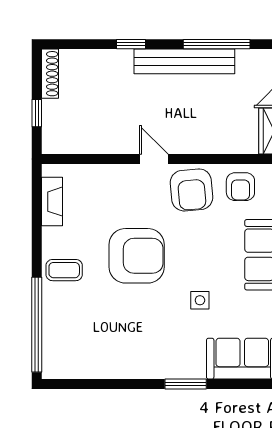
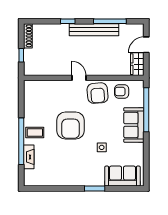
armchair: (240, 187) -> (122, 91), turned 90
fireplace: (52, 202) -> (29, 157), moved
armchair: (137, 256) -> (71, 125), turned 90
window: (37, 325) -> (21, 141), moved

